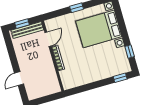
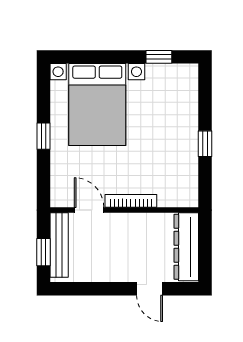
window: (120, 78) -> (205, 144), moved
dresser: (44, 90) -> (186, 247), added

